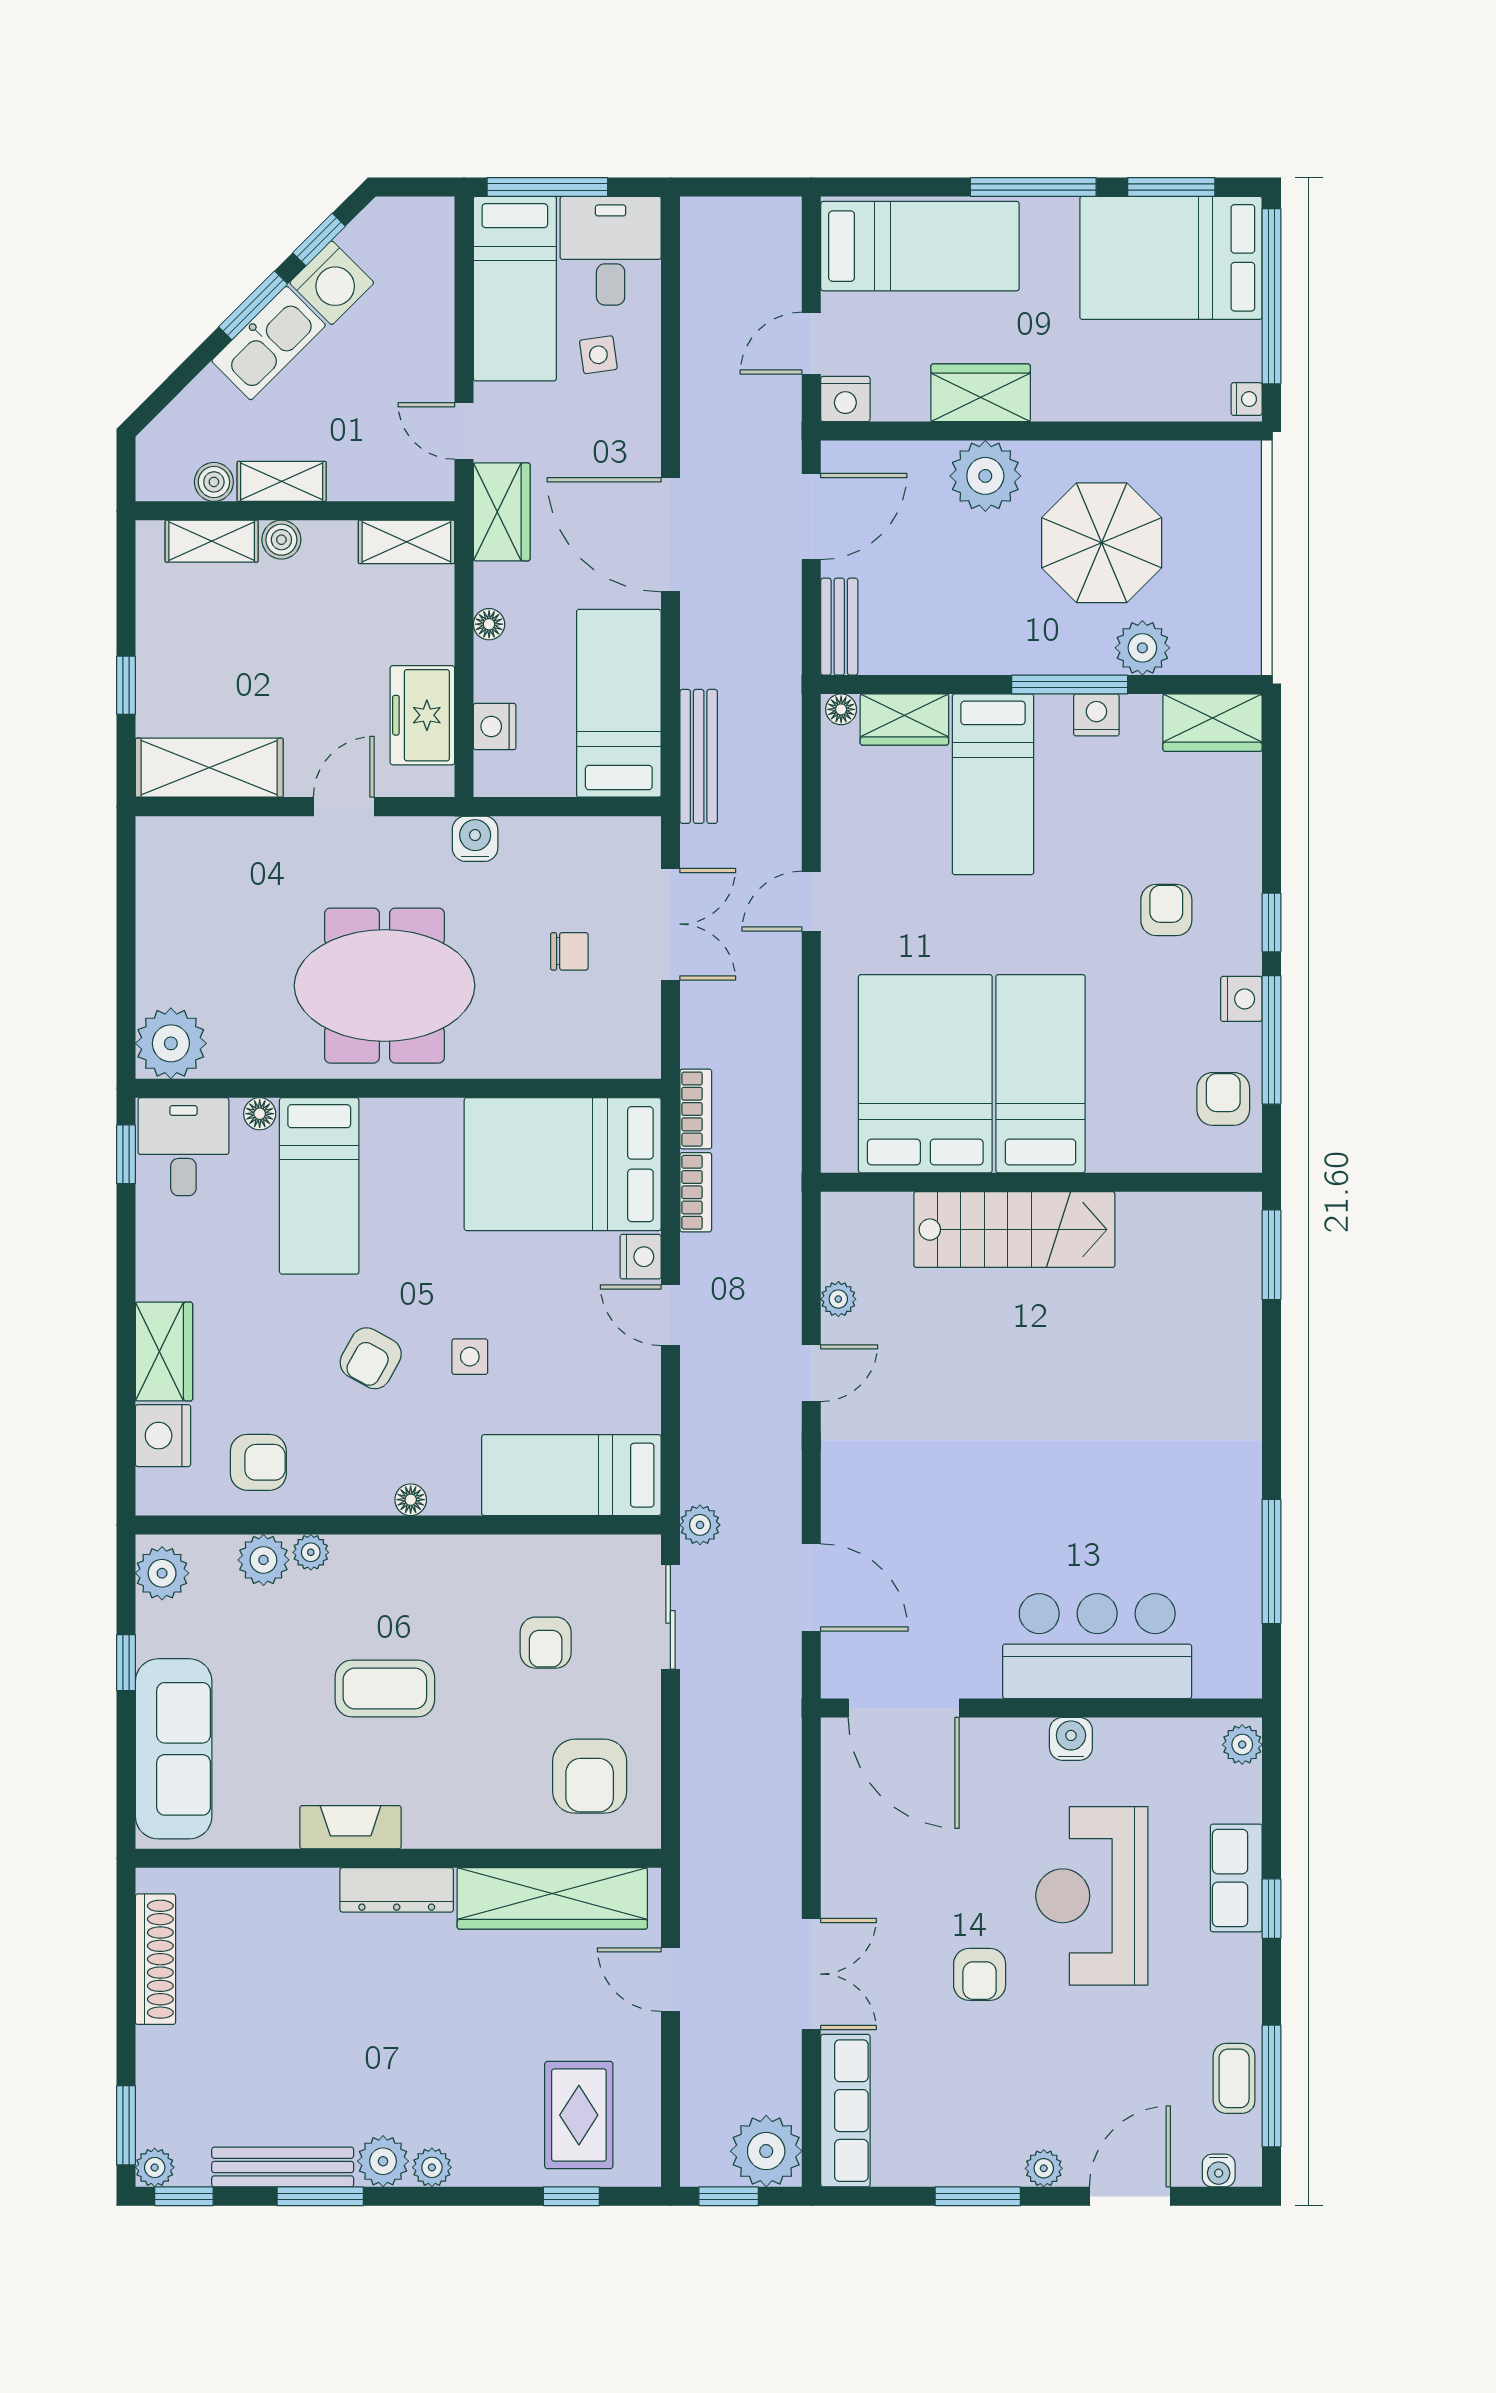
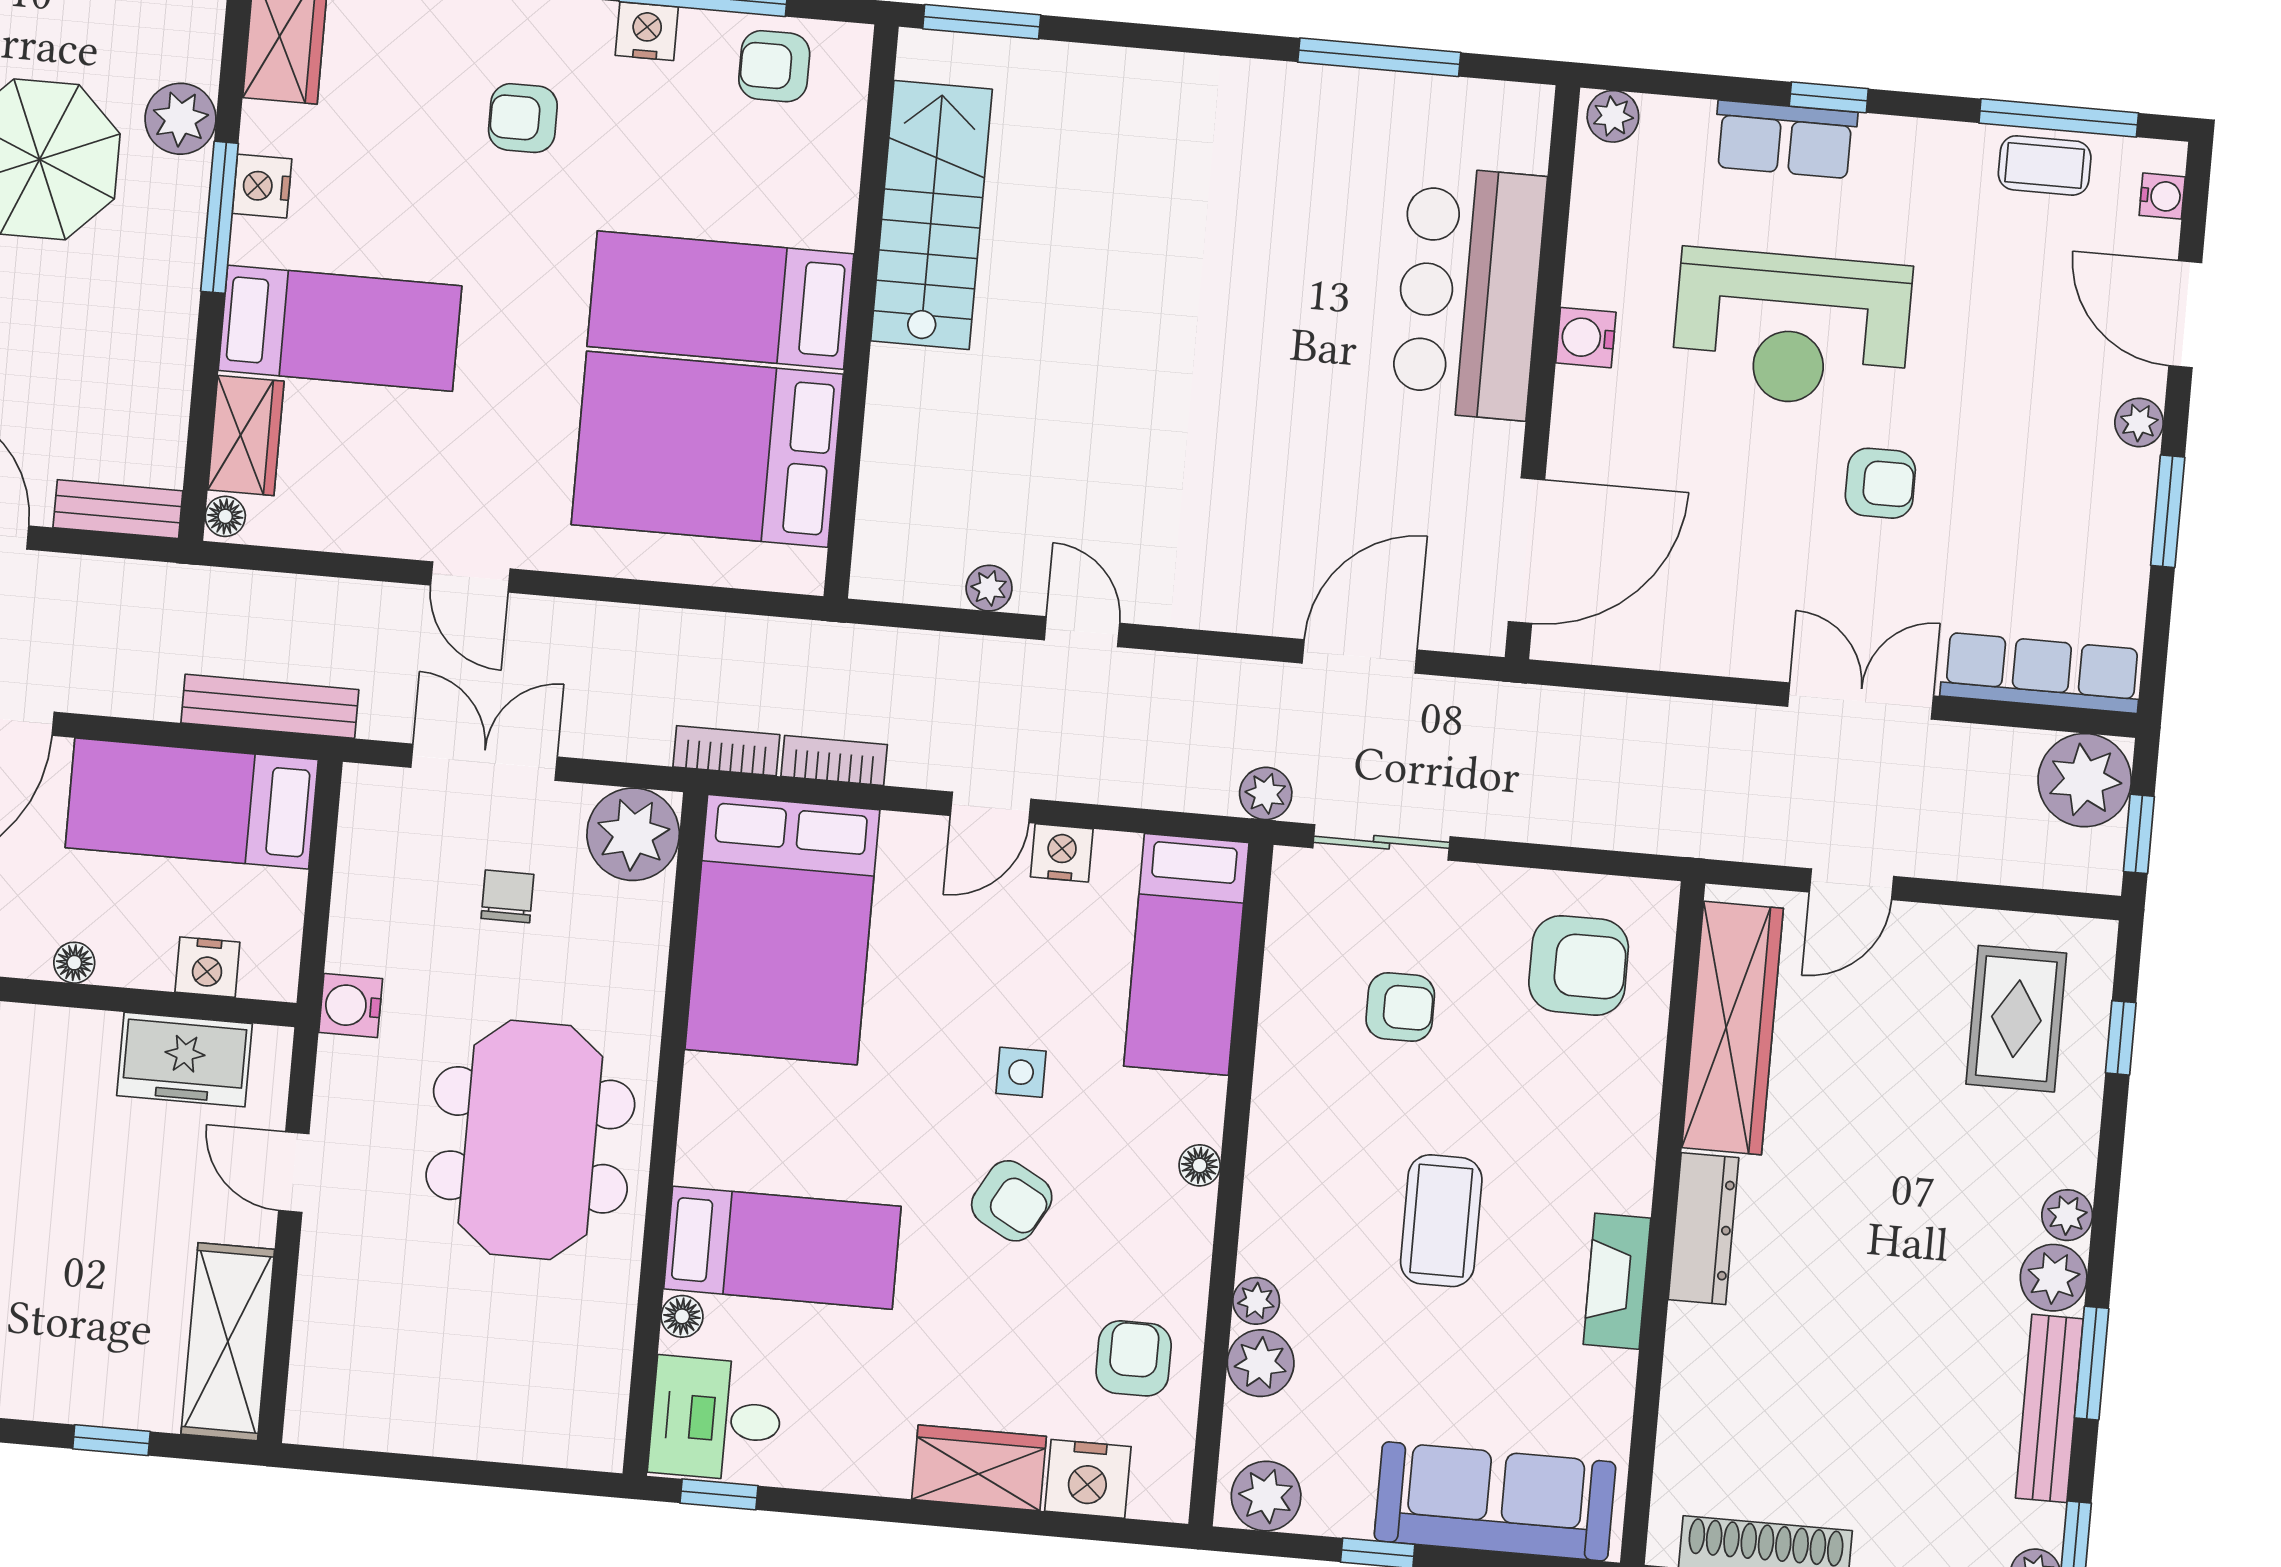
plant: (171, 1043) -> (633, 834), moved
stairs: (1014, 1230) -> (932, 215), moved
nightstand: (641, 1257) -> (1062, 853), moved
rug: (579, 2115) -> (2016, 1019), turned 90

